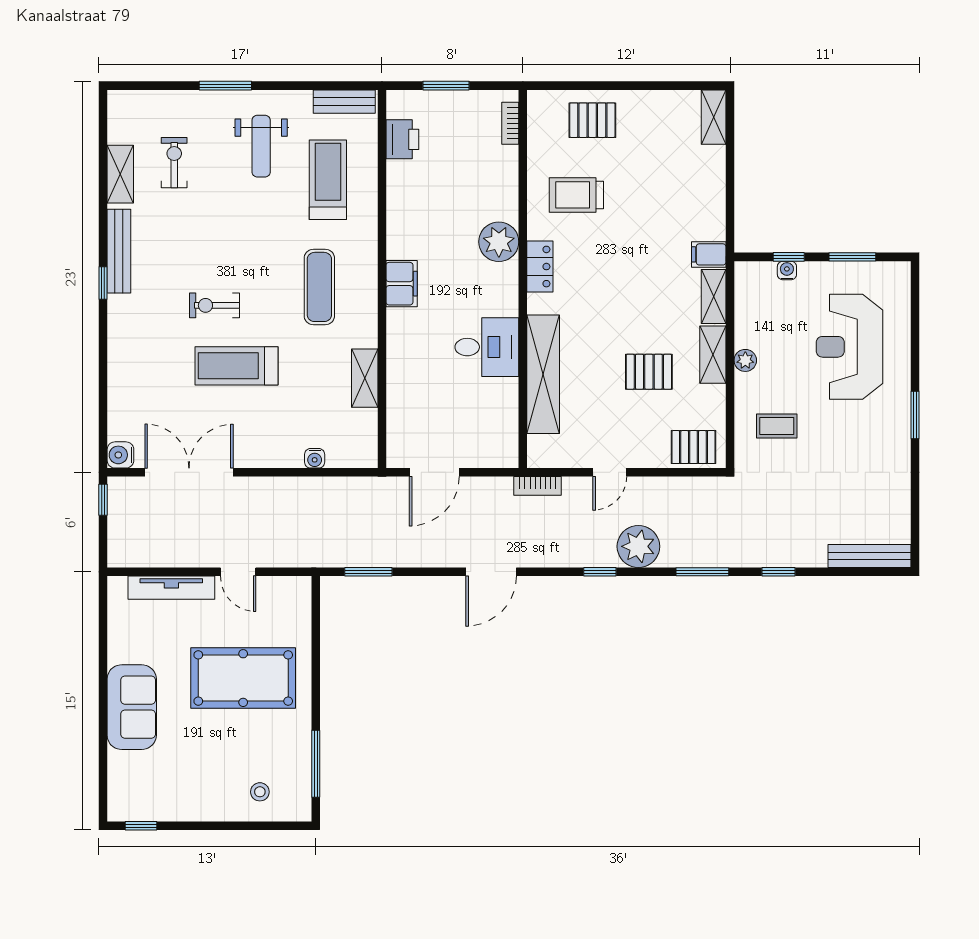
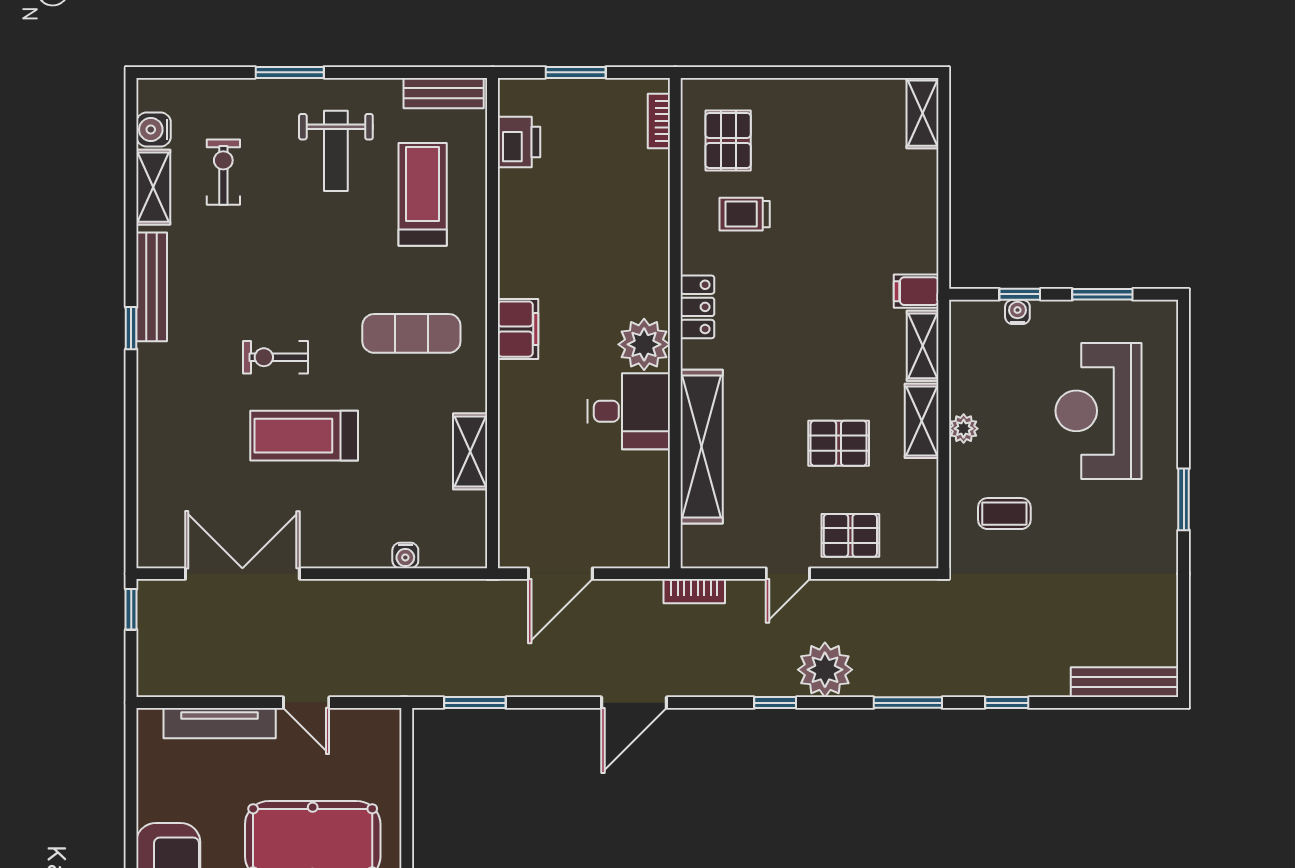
pallet: (592, 120) -> (728, 140), moved, turned 90
trolley: (576, 195) -> (745, 214), width x0.73, depth x0.72
plant: (499, 242) -> (644, 344), moved
exercise mat: (319, 287) -> (411, 333), turned 90
pallet: (693, 447) -> (850, 535), moved
water cooler: (120, 455) -> (154, 129), moved

